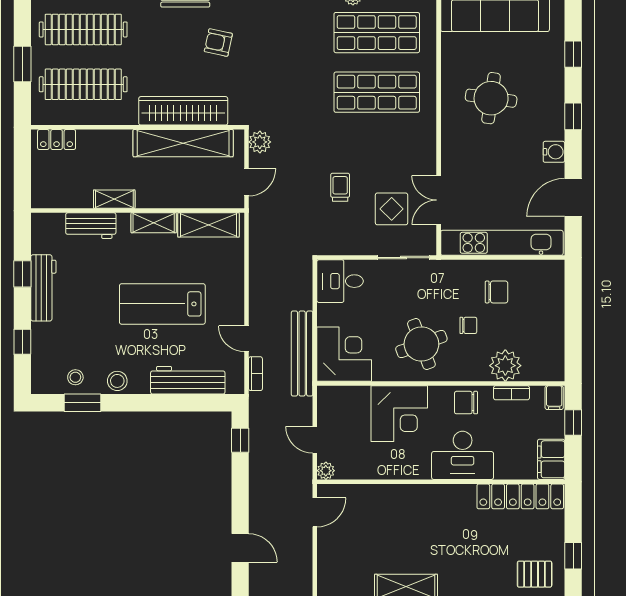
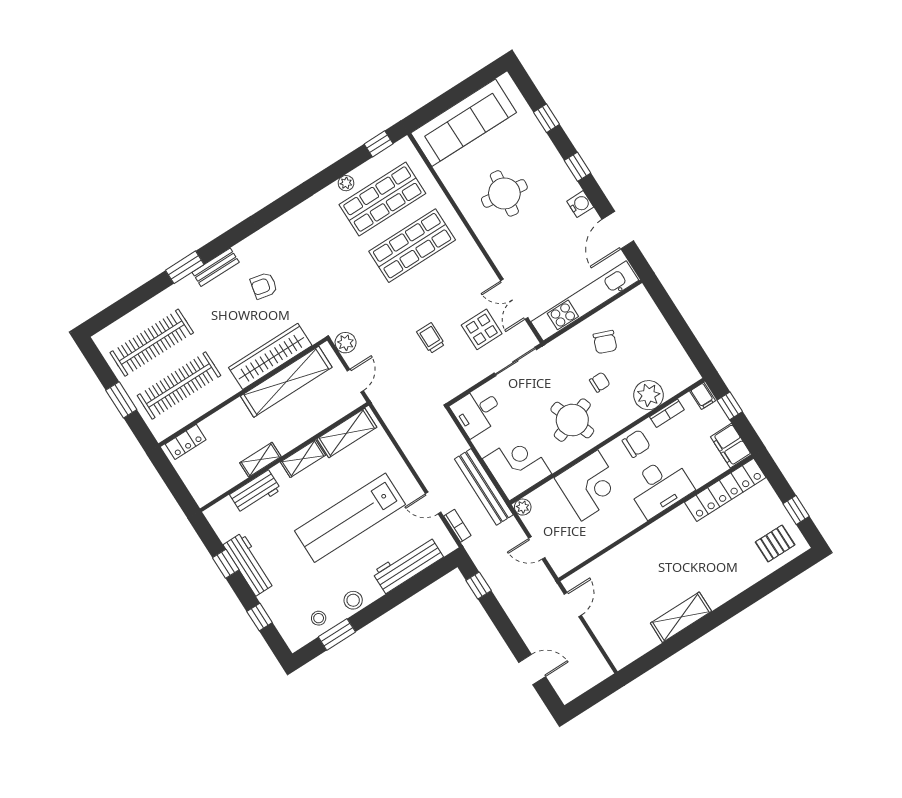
chair: (496, 292) -> (605, 342), turned 111
lab bench: (162, 304) -> (350, 518), width x1.36
chair: (466, 403) -> (636, 444), turned 180
plant: (326, 471) -> (523, 507), moved

